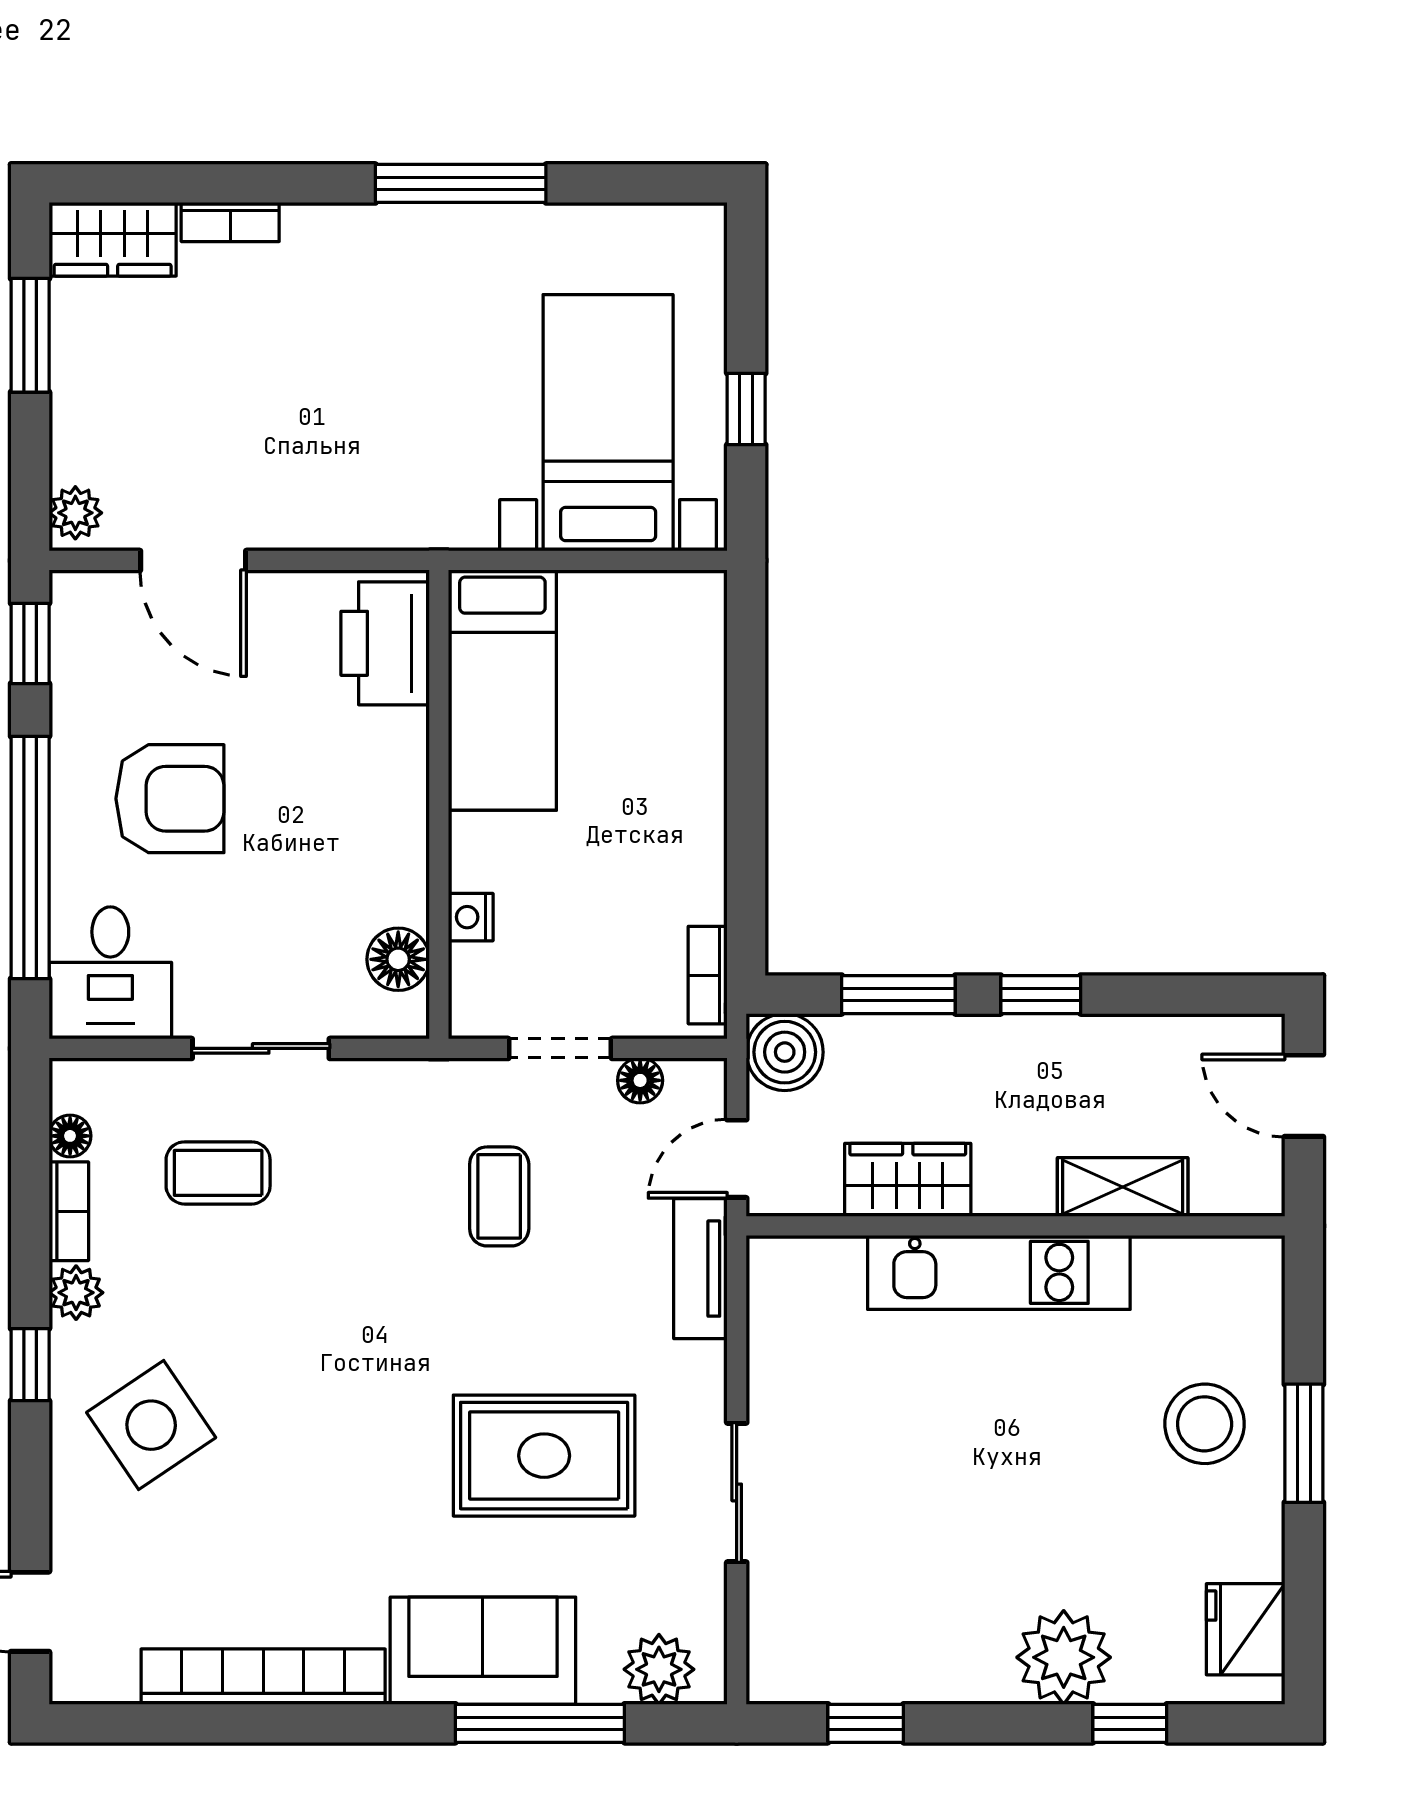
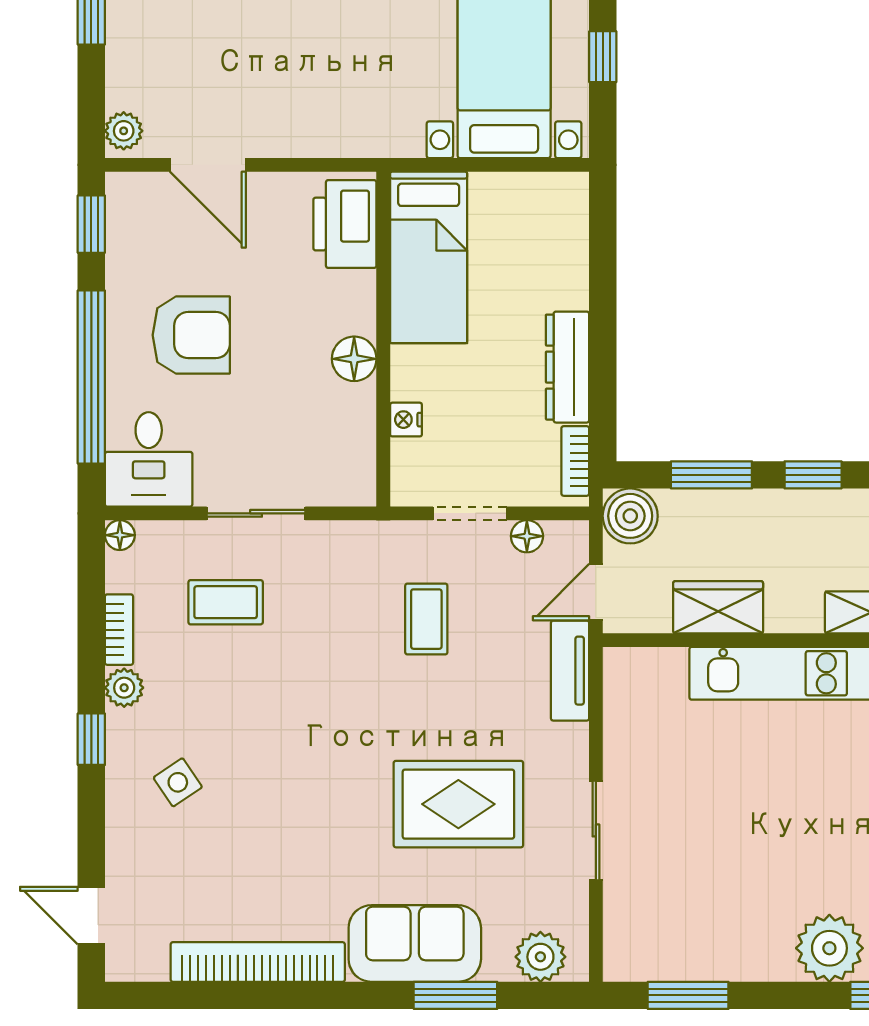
dresser: (697, 844) -> (567, 367), added
floor lamp: (398, 959) -> (354, 359), moved
floor lamp: (70, 1136) -> (120, 535), moved
side table: (151, 1425) -> (178, 782), width x0.54, depth x0.54
window: (540, 1723) -> (455, 995), width x0.69
window: (866, 1723) -> (688, 995), width x1.50

